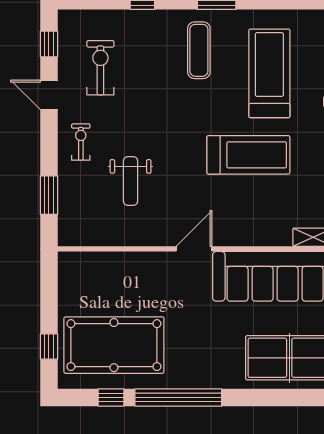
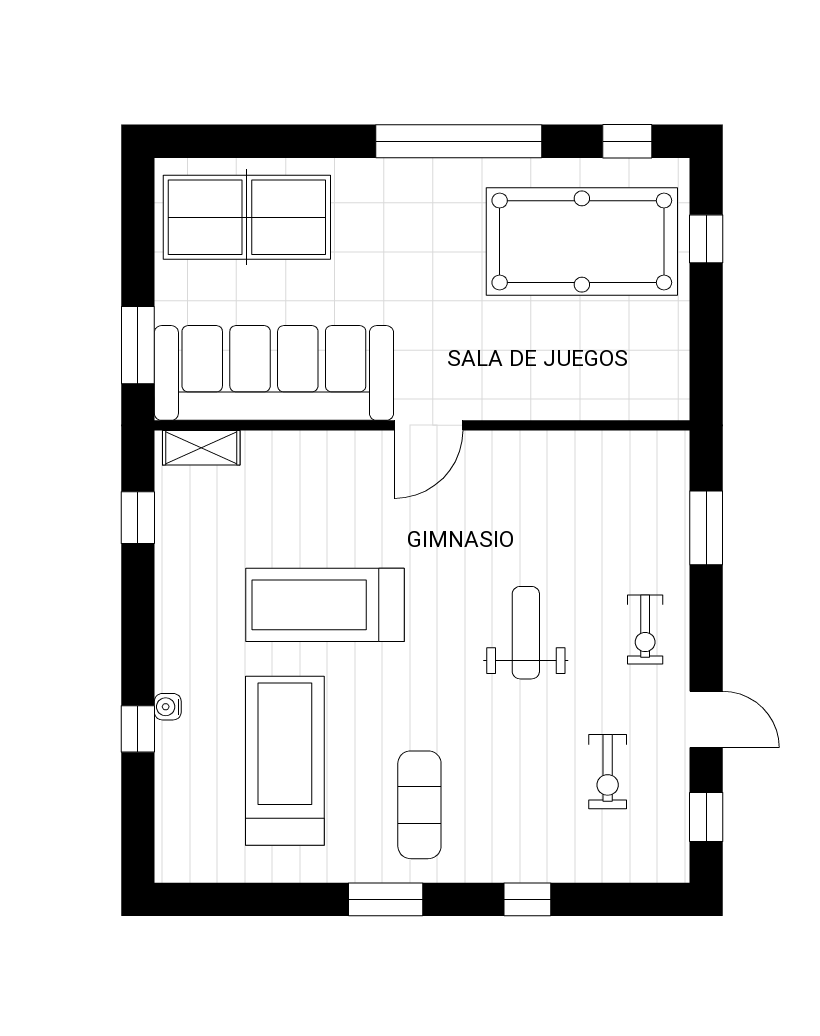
exercise bike: (100, 68) -> (608, 772), width x0.73, depth x0.72
treadmill: (269, 73) -> (285, 761), turned 180
weight bench: (131, 181) -> (526, 633), moved
window: (111, 398) -> (627, 141), moved

